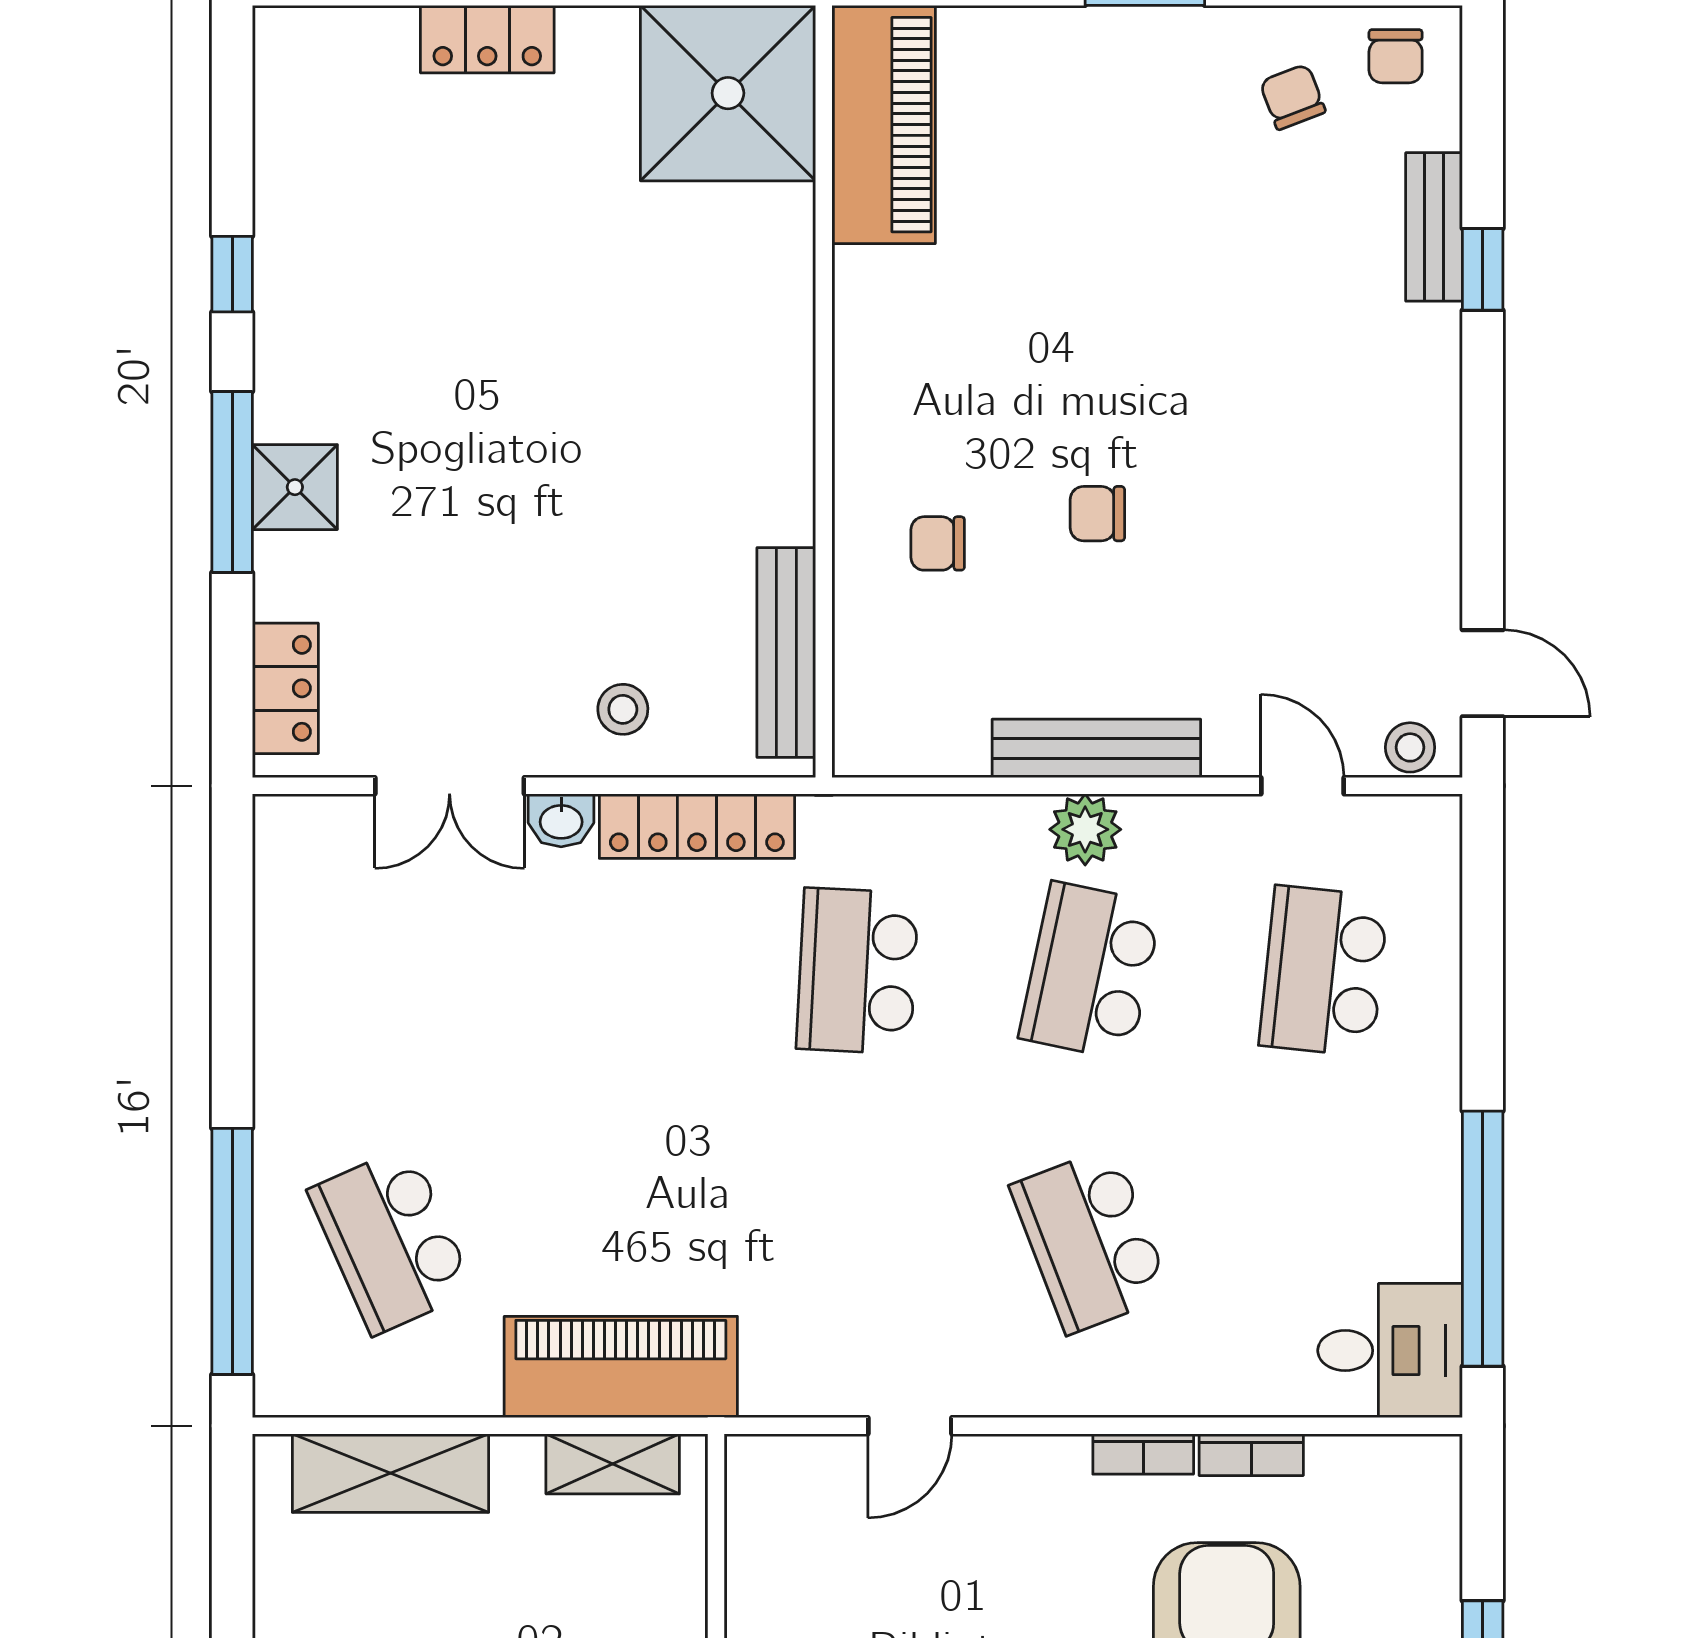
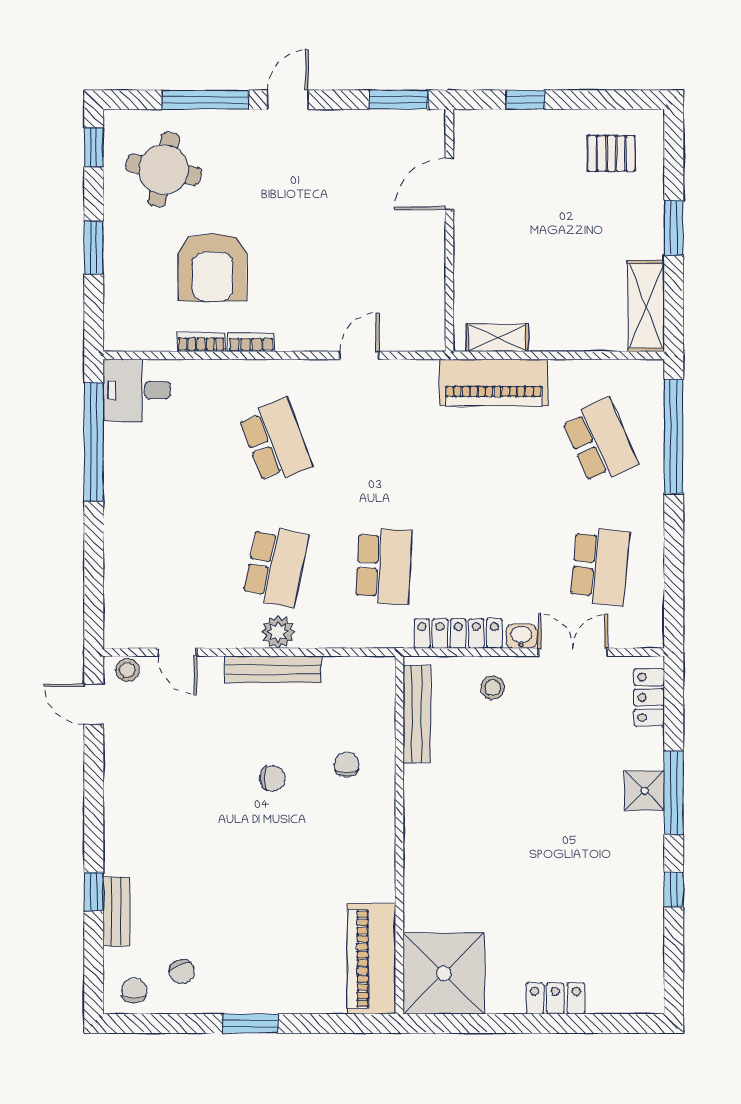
chair: (938, 543) -> (346, 765), turned -90
school desk: (1324, 971) -> (600, 566), moved
shelving: (391, 1473) -> (646, 306), moved, turned 90

